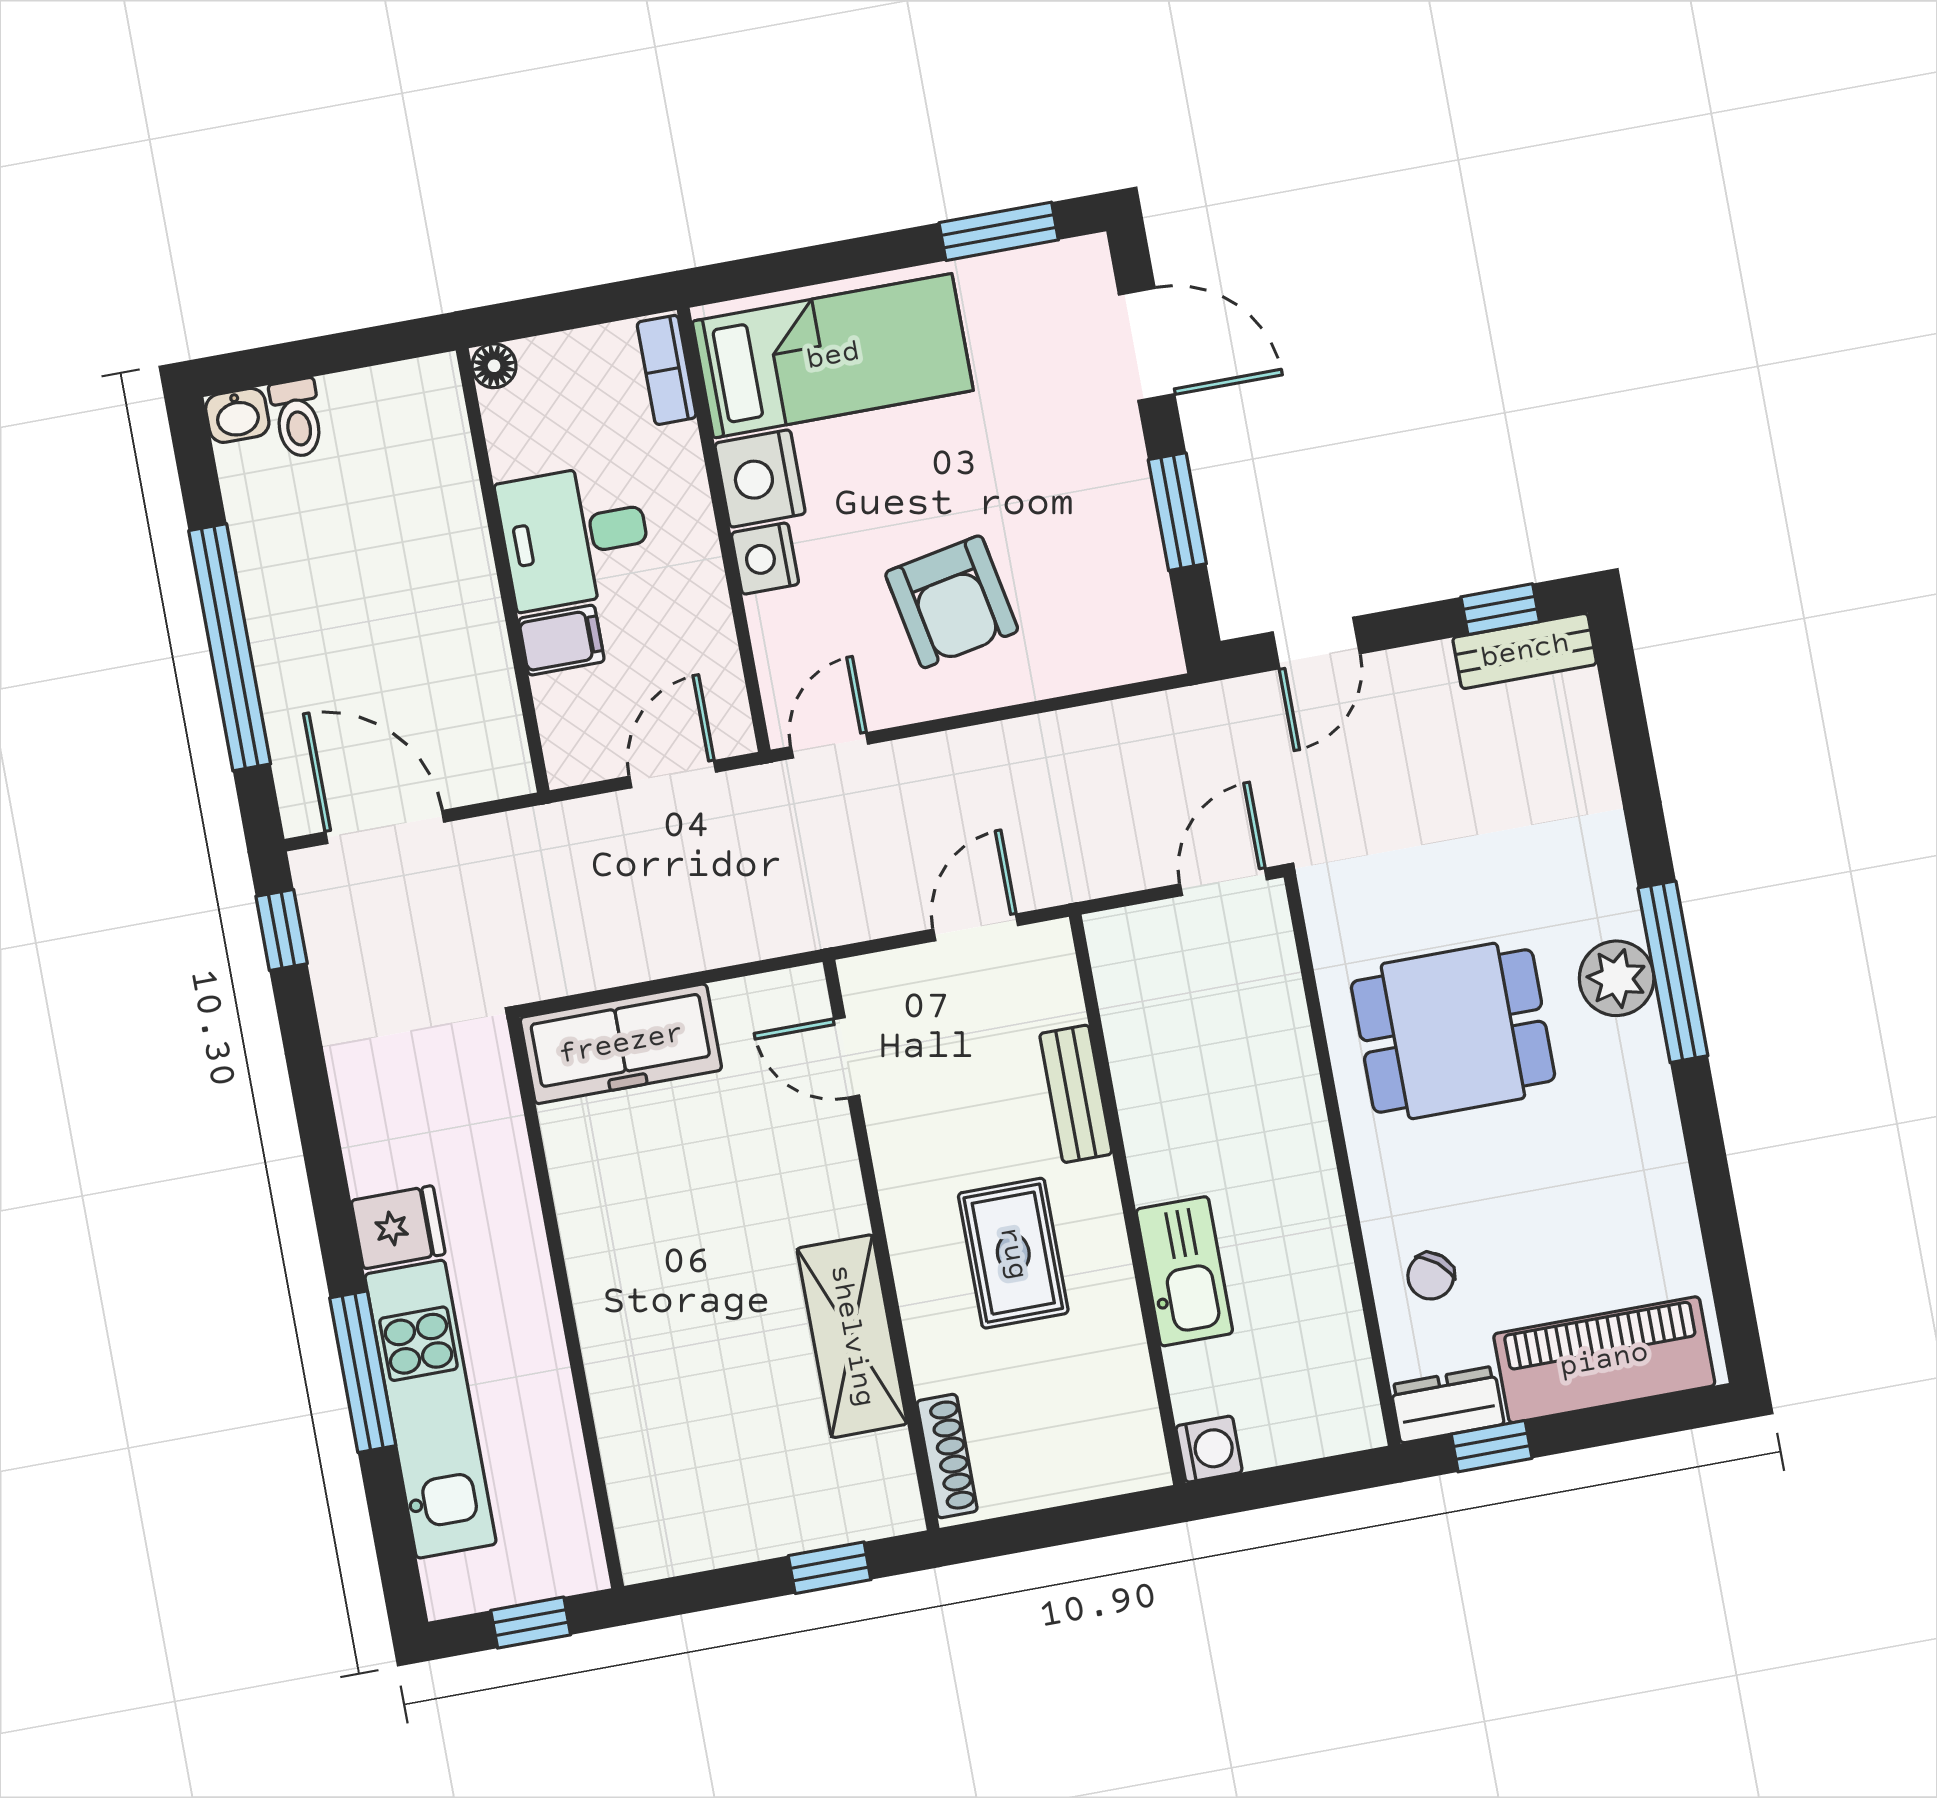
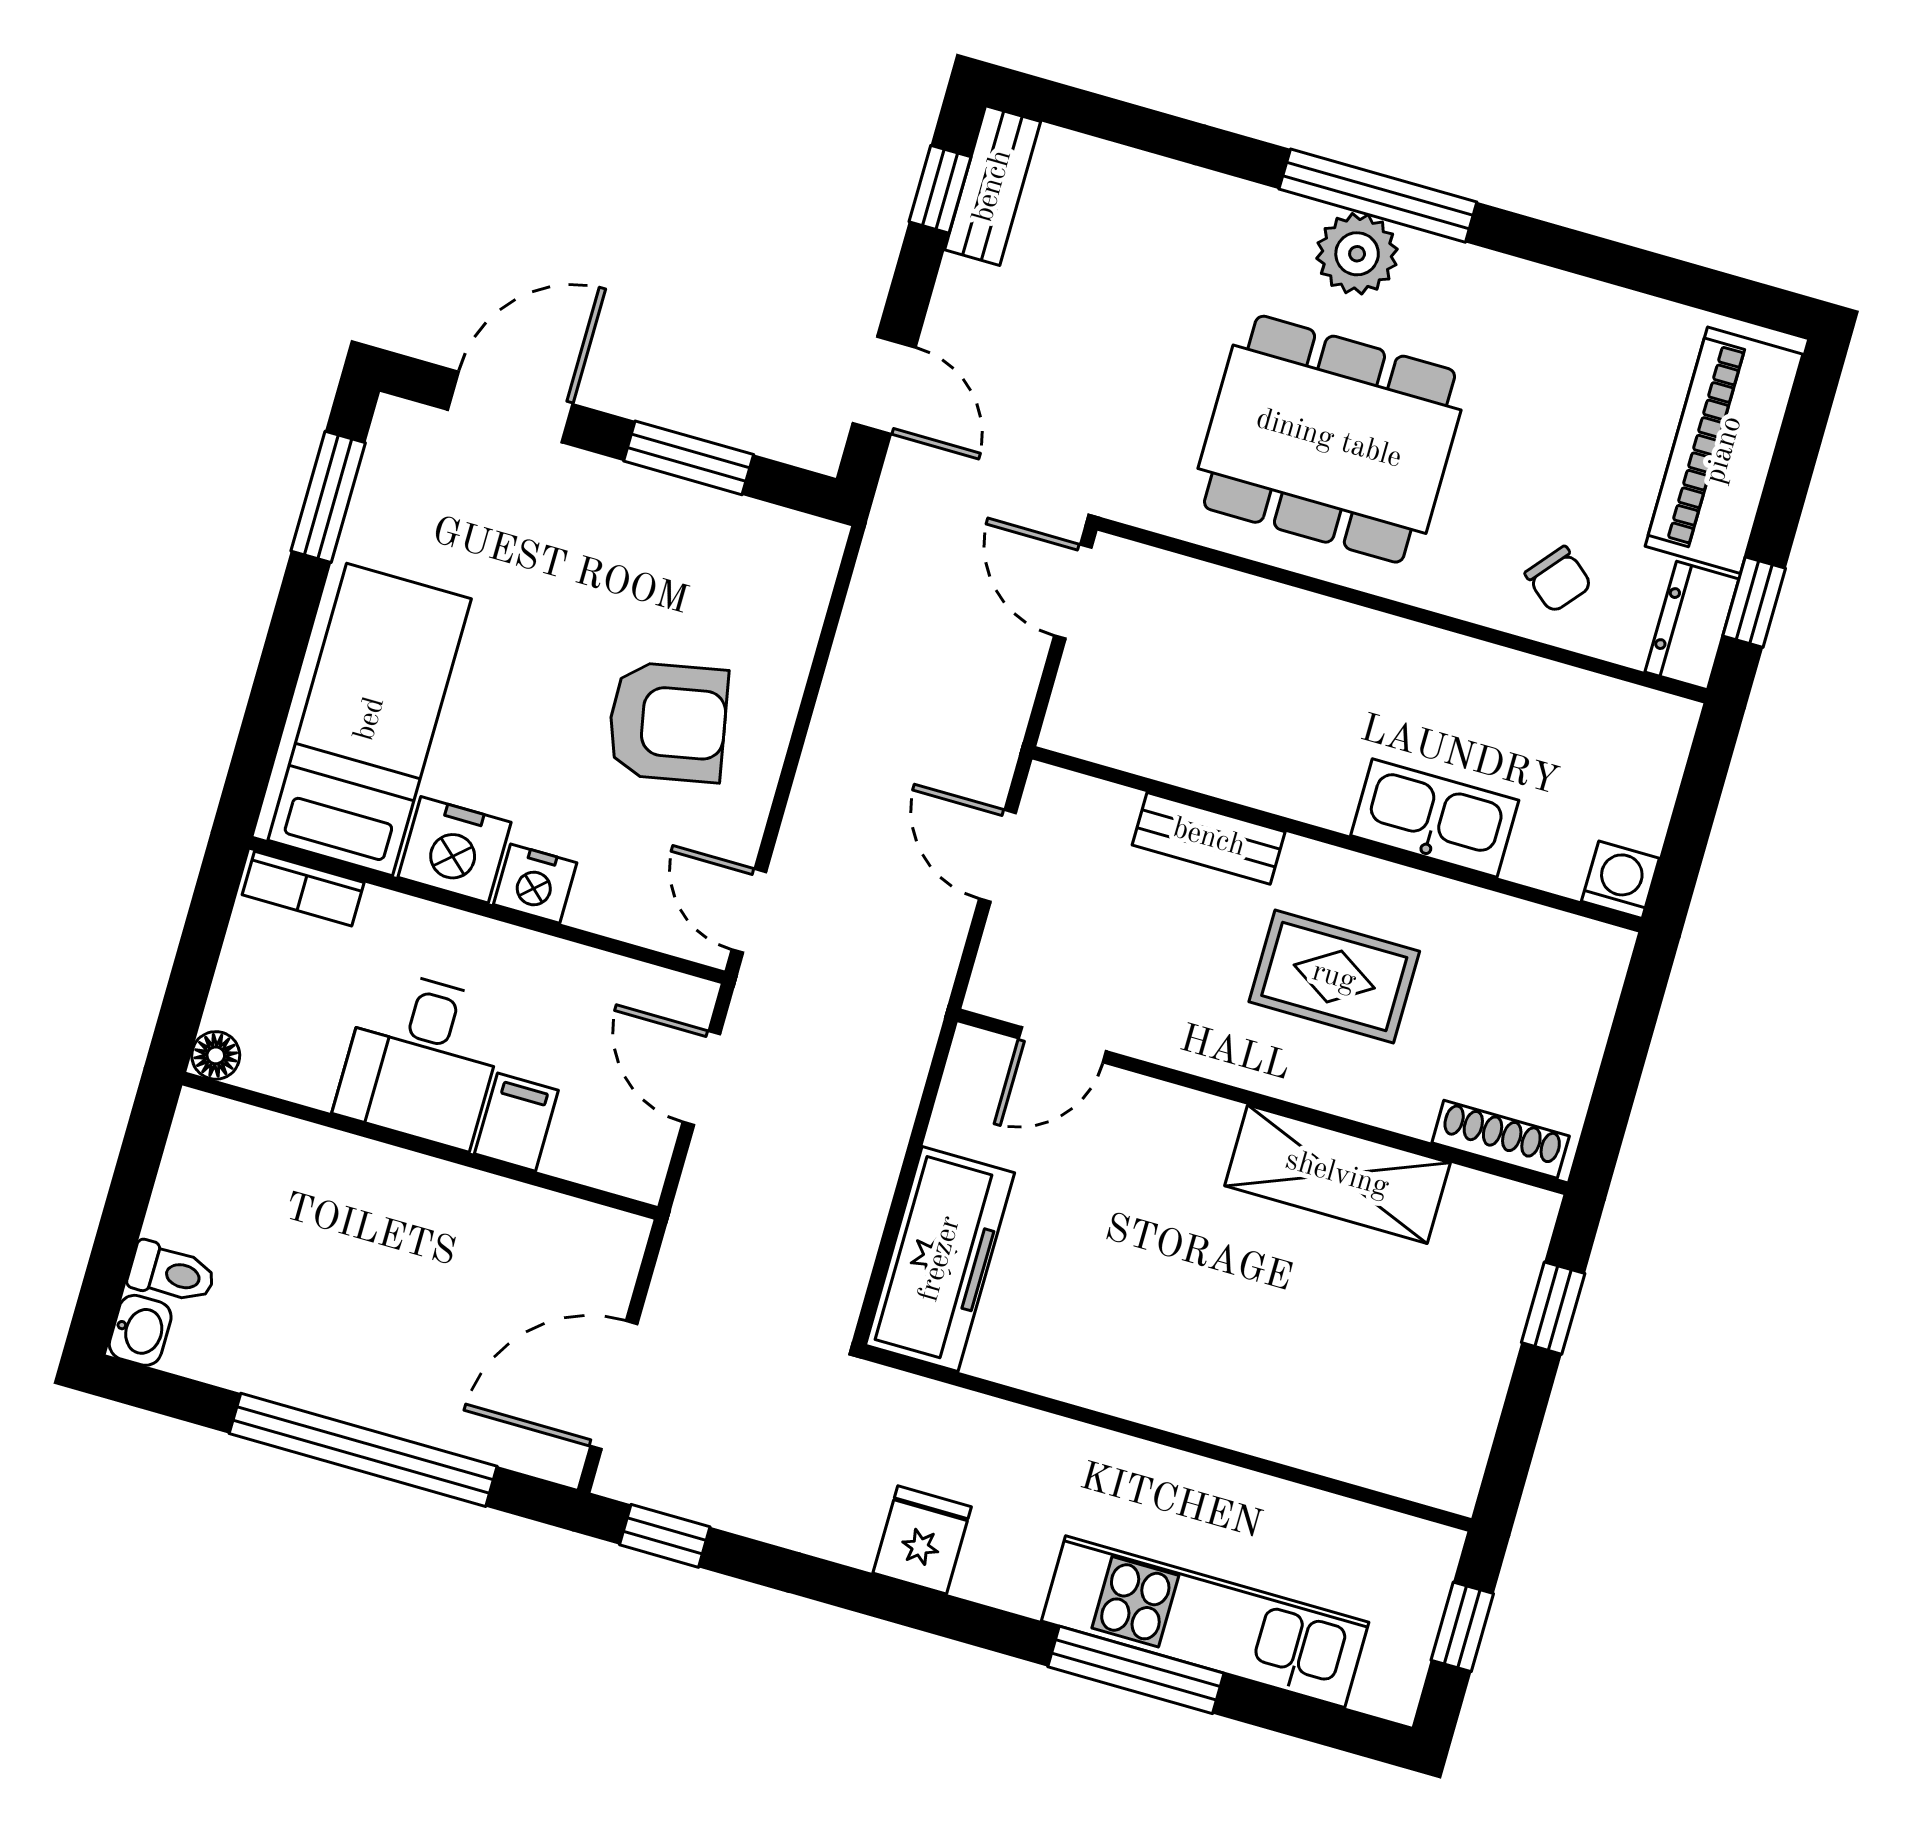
dining table: (1453, 1031) -> (1329, 439), width x1.38
fridge: (398, 1227) -> (922, 1540), moved

